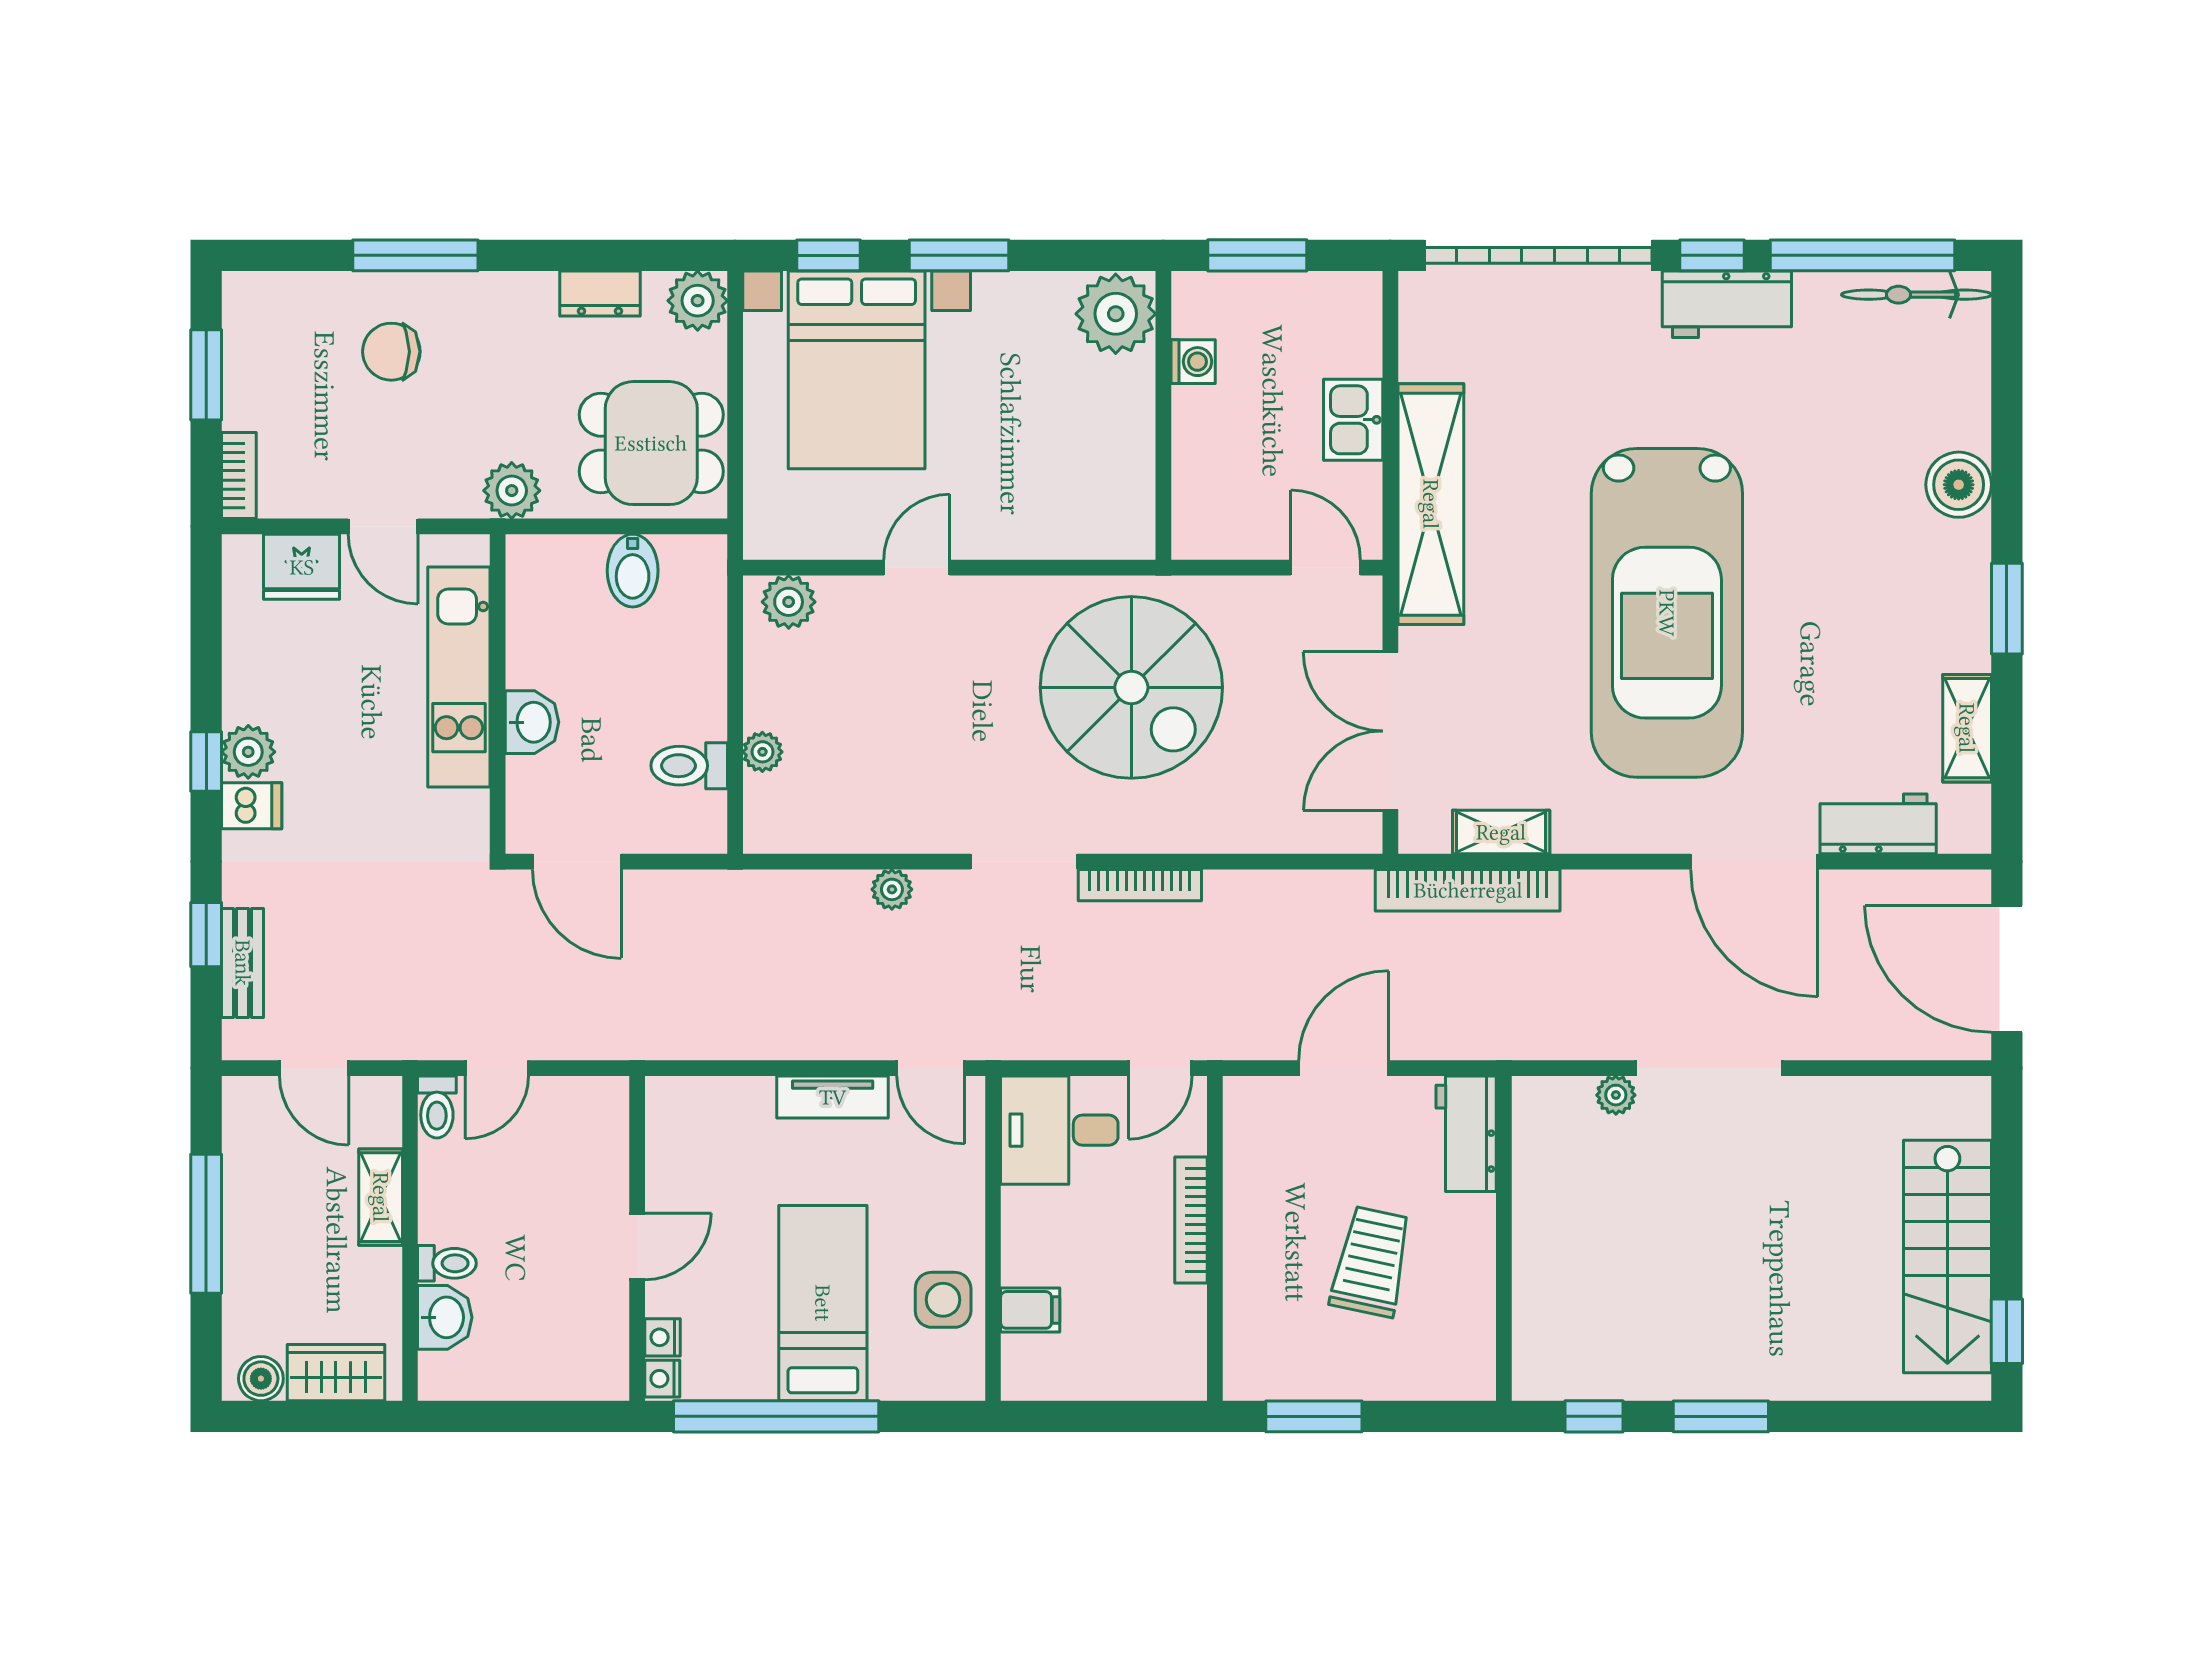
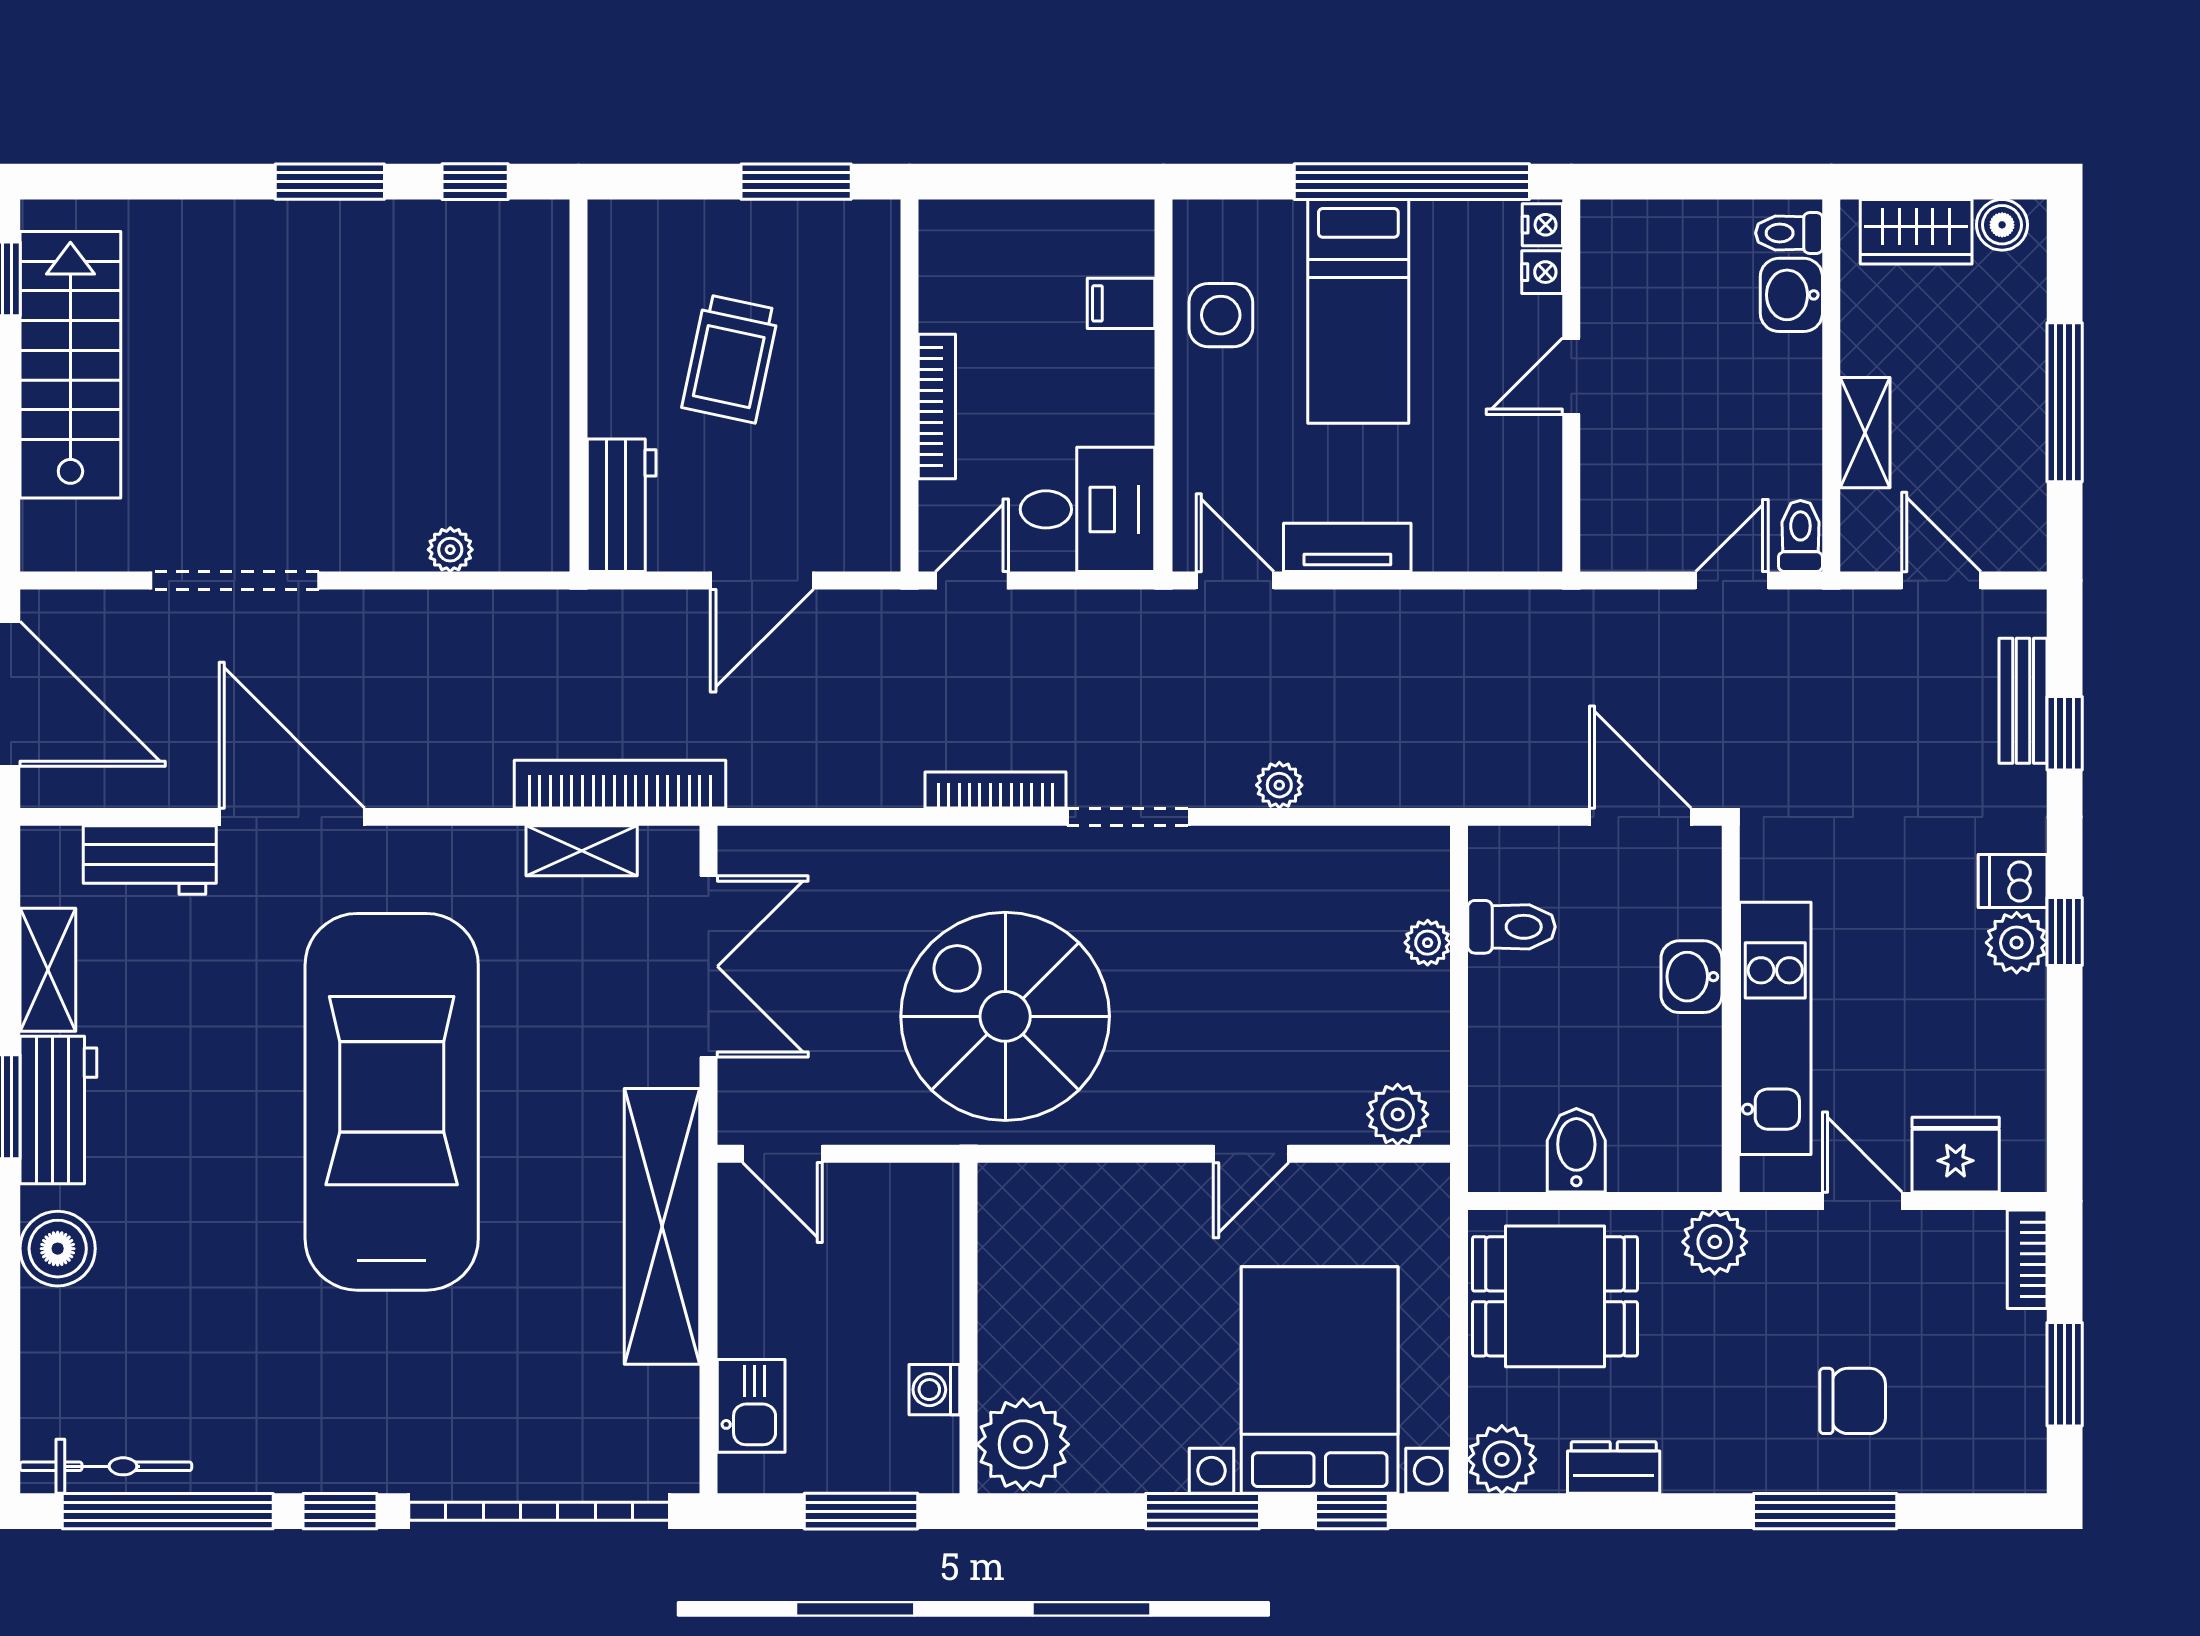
workbench: (1727, 304) -> (58, 1110), moved, turned 90
kitchen sink: (1353, 420) -> (751, 1406), moved
doorway: (1709, 1068) -> (235, 581), moved
toilet: (447, 1263) -> (1789, 233), moved

